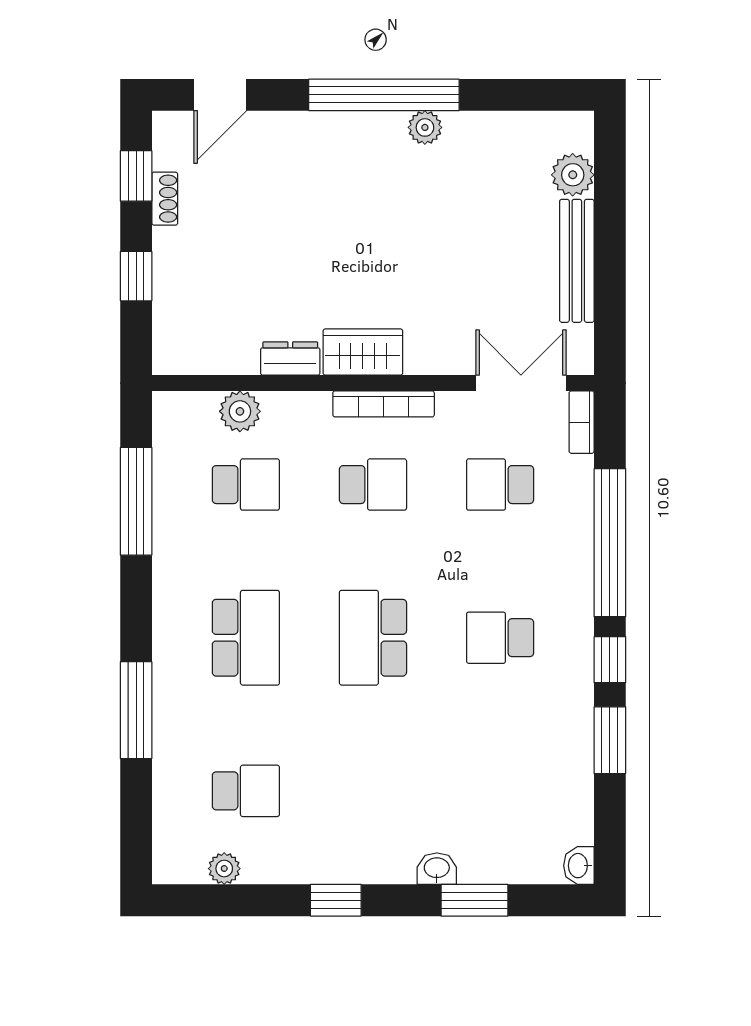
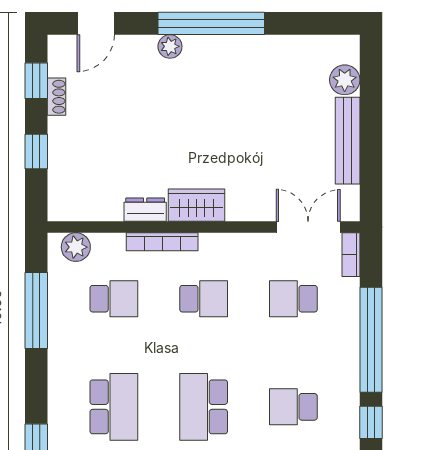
plant: (425, 127) -> (170, 46), moved
bookcase: (384, 404) -> (162, 242), moved
plant: (240, 411) -> (76, 247), moved

